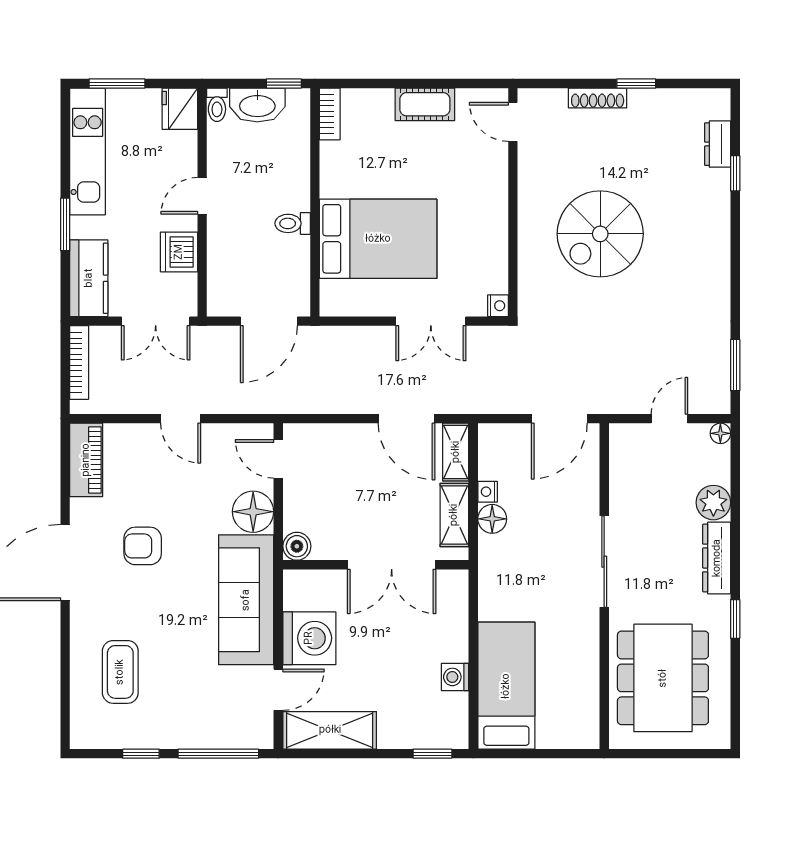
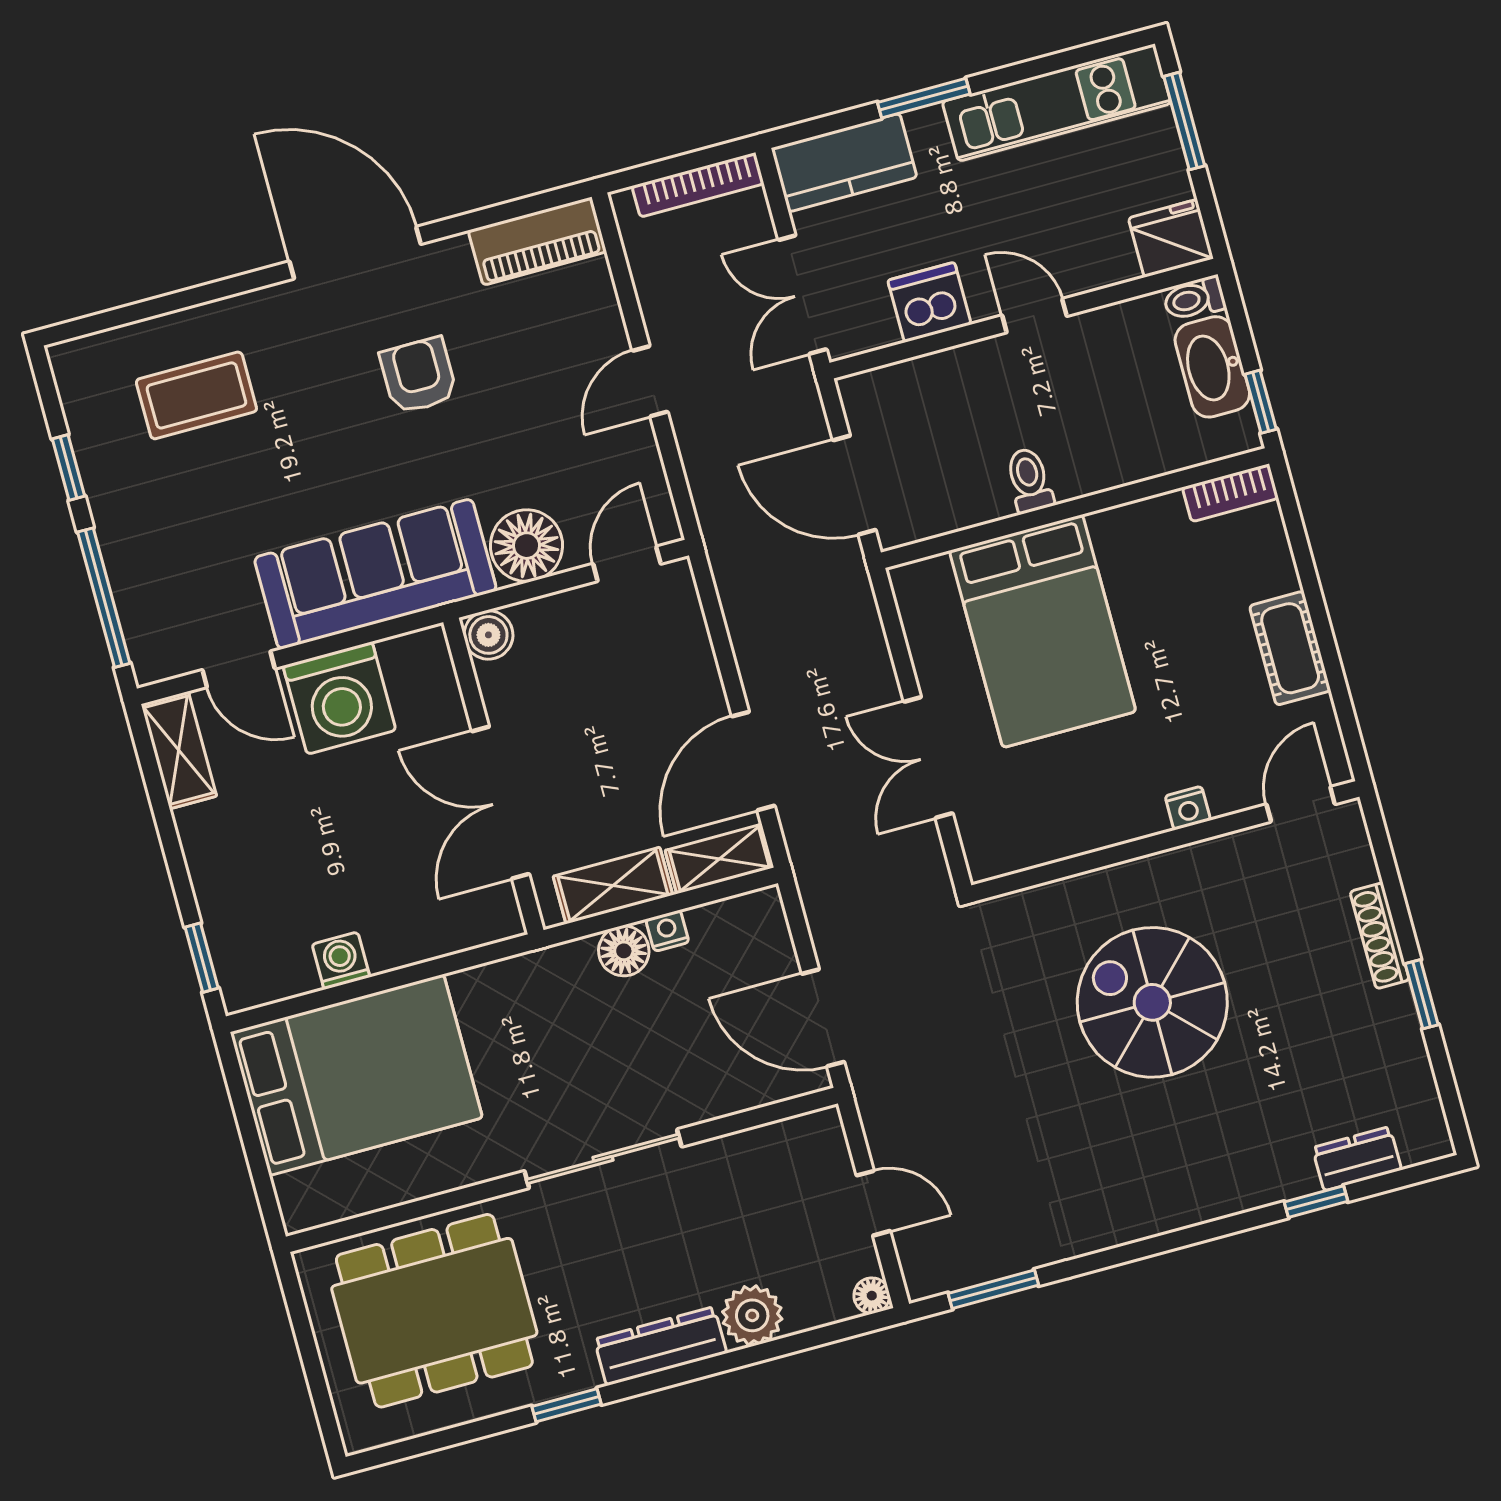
nightstand: (498, 306) -> (1188, 808), moved
bed: (506, 686) -> (356, 1075), width x1.50
shelving: (330, 730) -> (179, 750), width x0.67, depth x0.75

